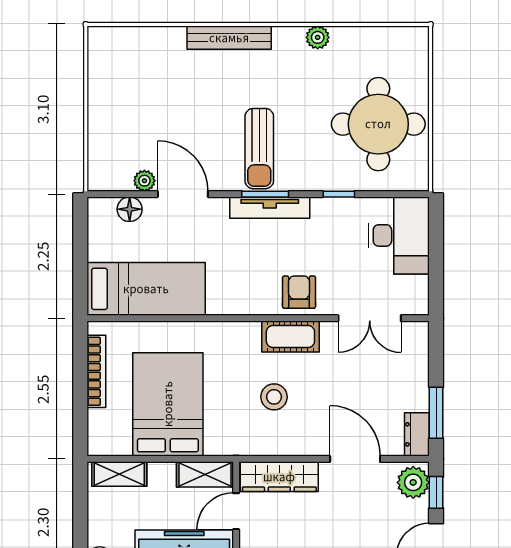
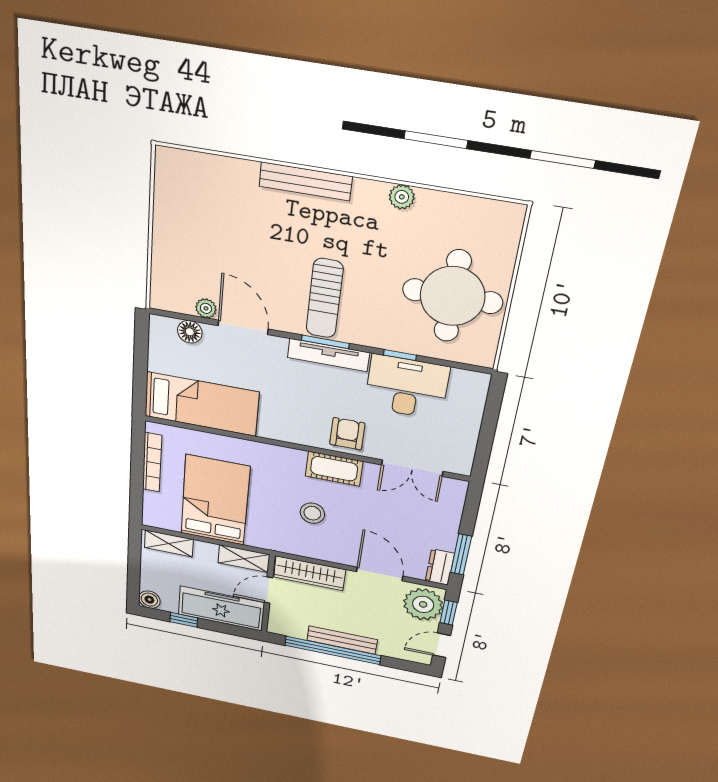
desk: (399, 235) -> (407, 387), moved, turned -90
plant: (413, 482) -> (423, 604), width x1.36, depth x1.36

